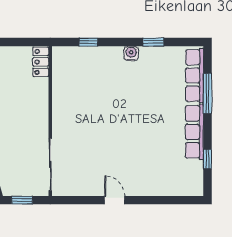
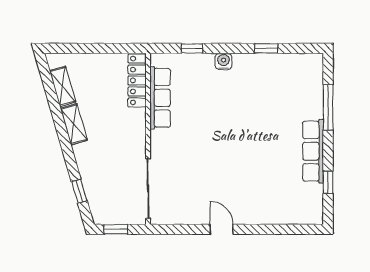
water cooler: (131, 53) -> (223, 61), moved
locker: (41, 62) -> (137, 80), width x1.53
row of seats: (195, 75) -> (160, 98), moved, turned 180

